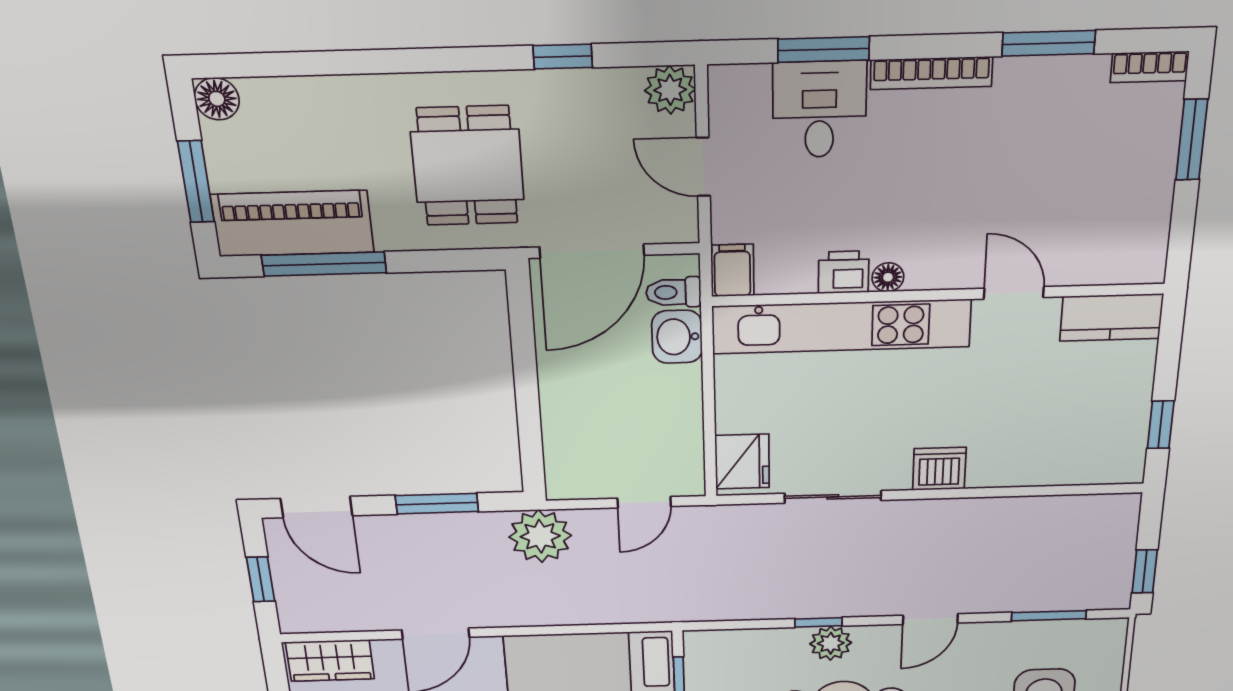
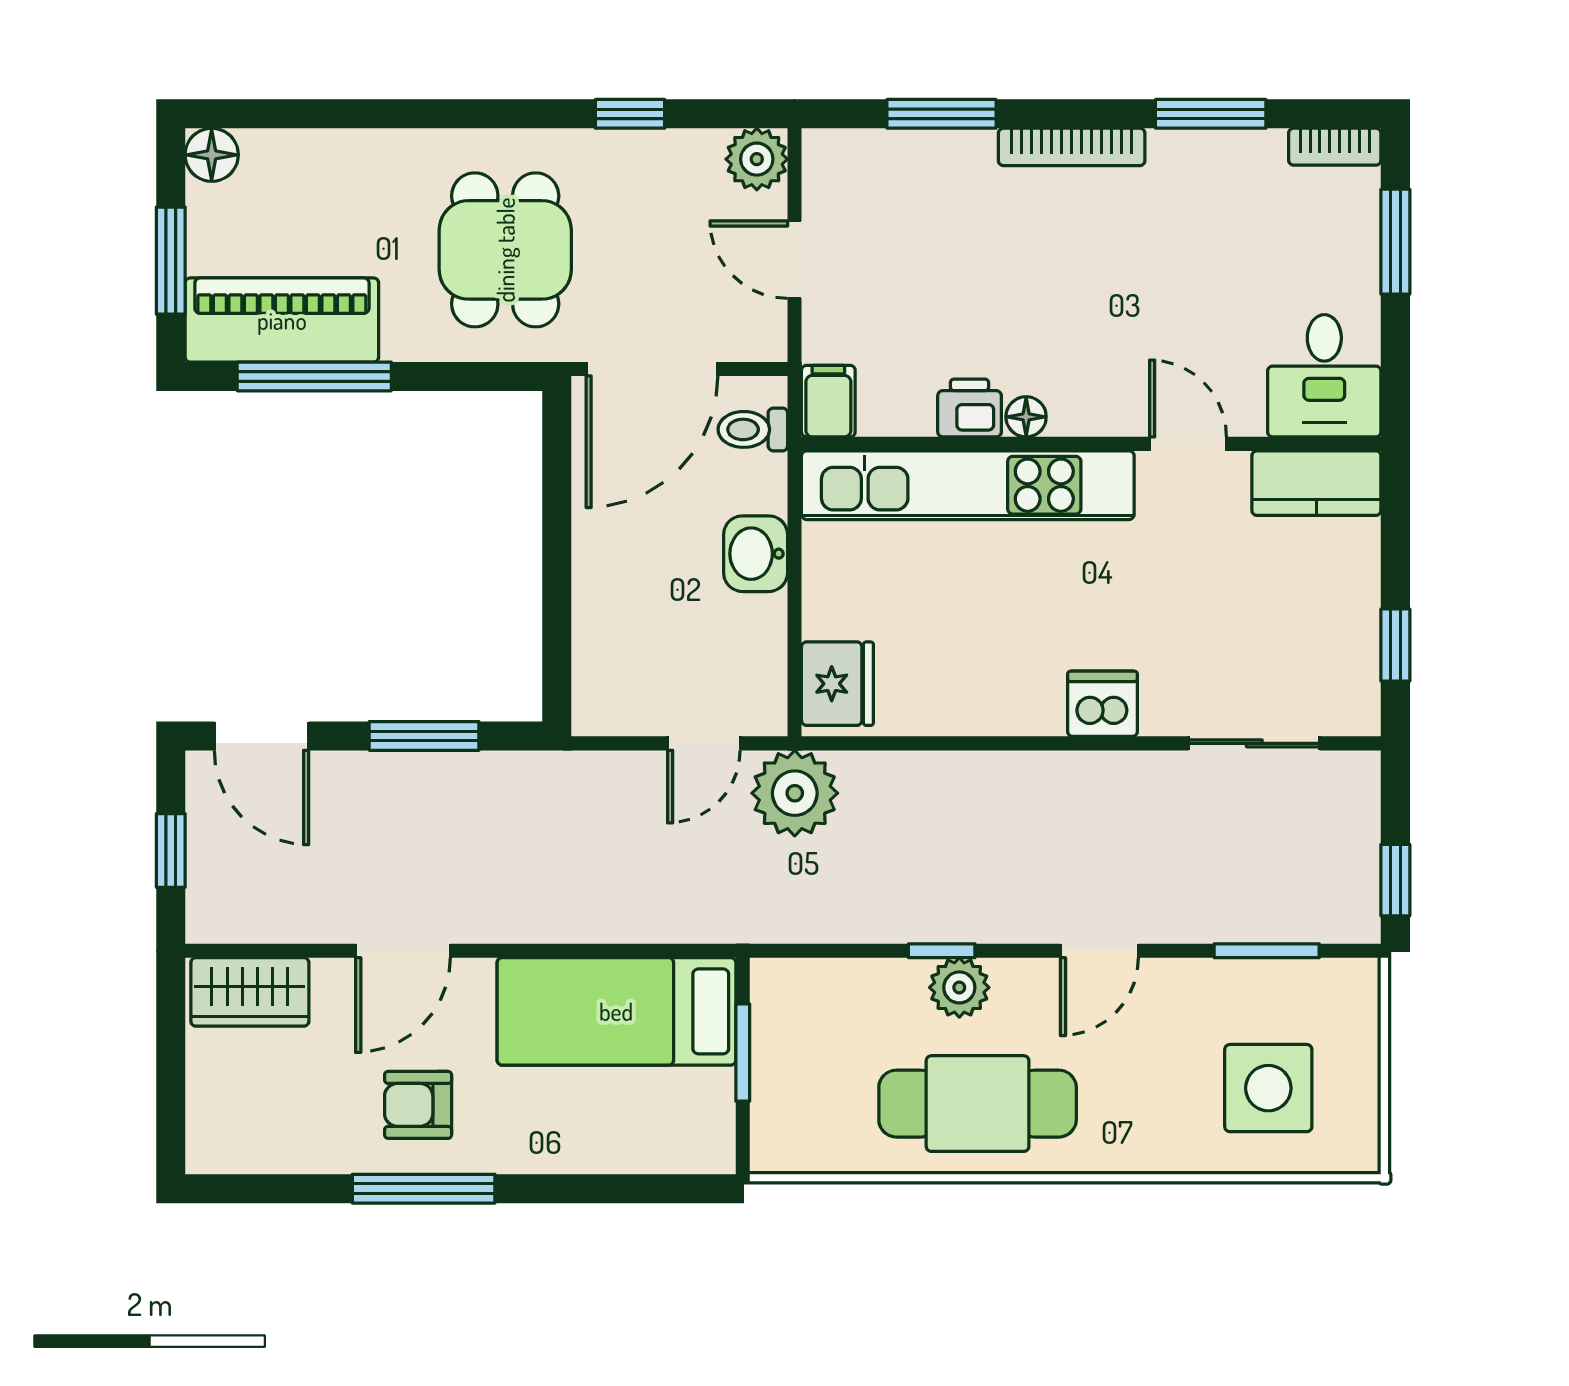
desk: (819, 110) -> (1324, 376), moved, turned 180
washbasin: (677, 337) -> (756, 554), moved
sliding door: (833, 497) -> (1254, 743), moved
plant: (540, 536) -> (795, 793), moved

